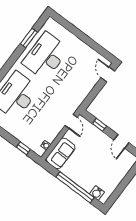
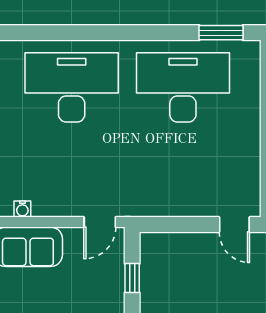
window: (29, 38) -> (221, 33), moved
door: (108, 74) -> (234, 225), swing flipped

